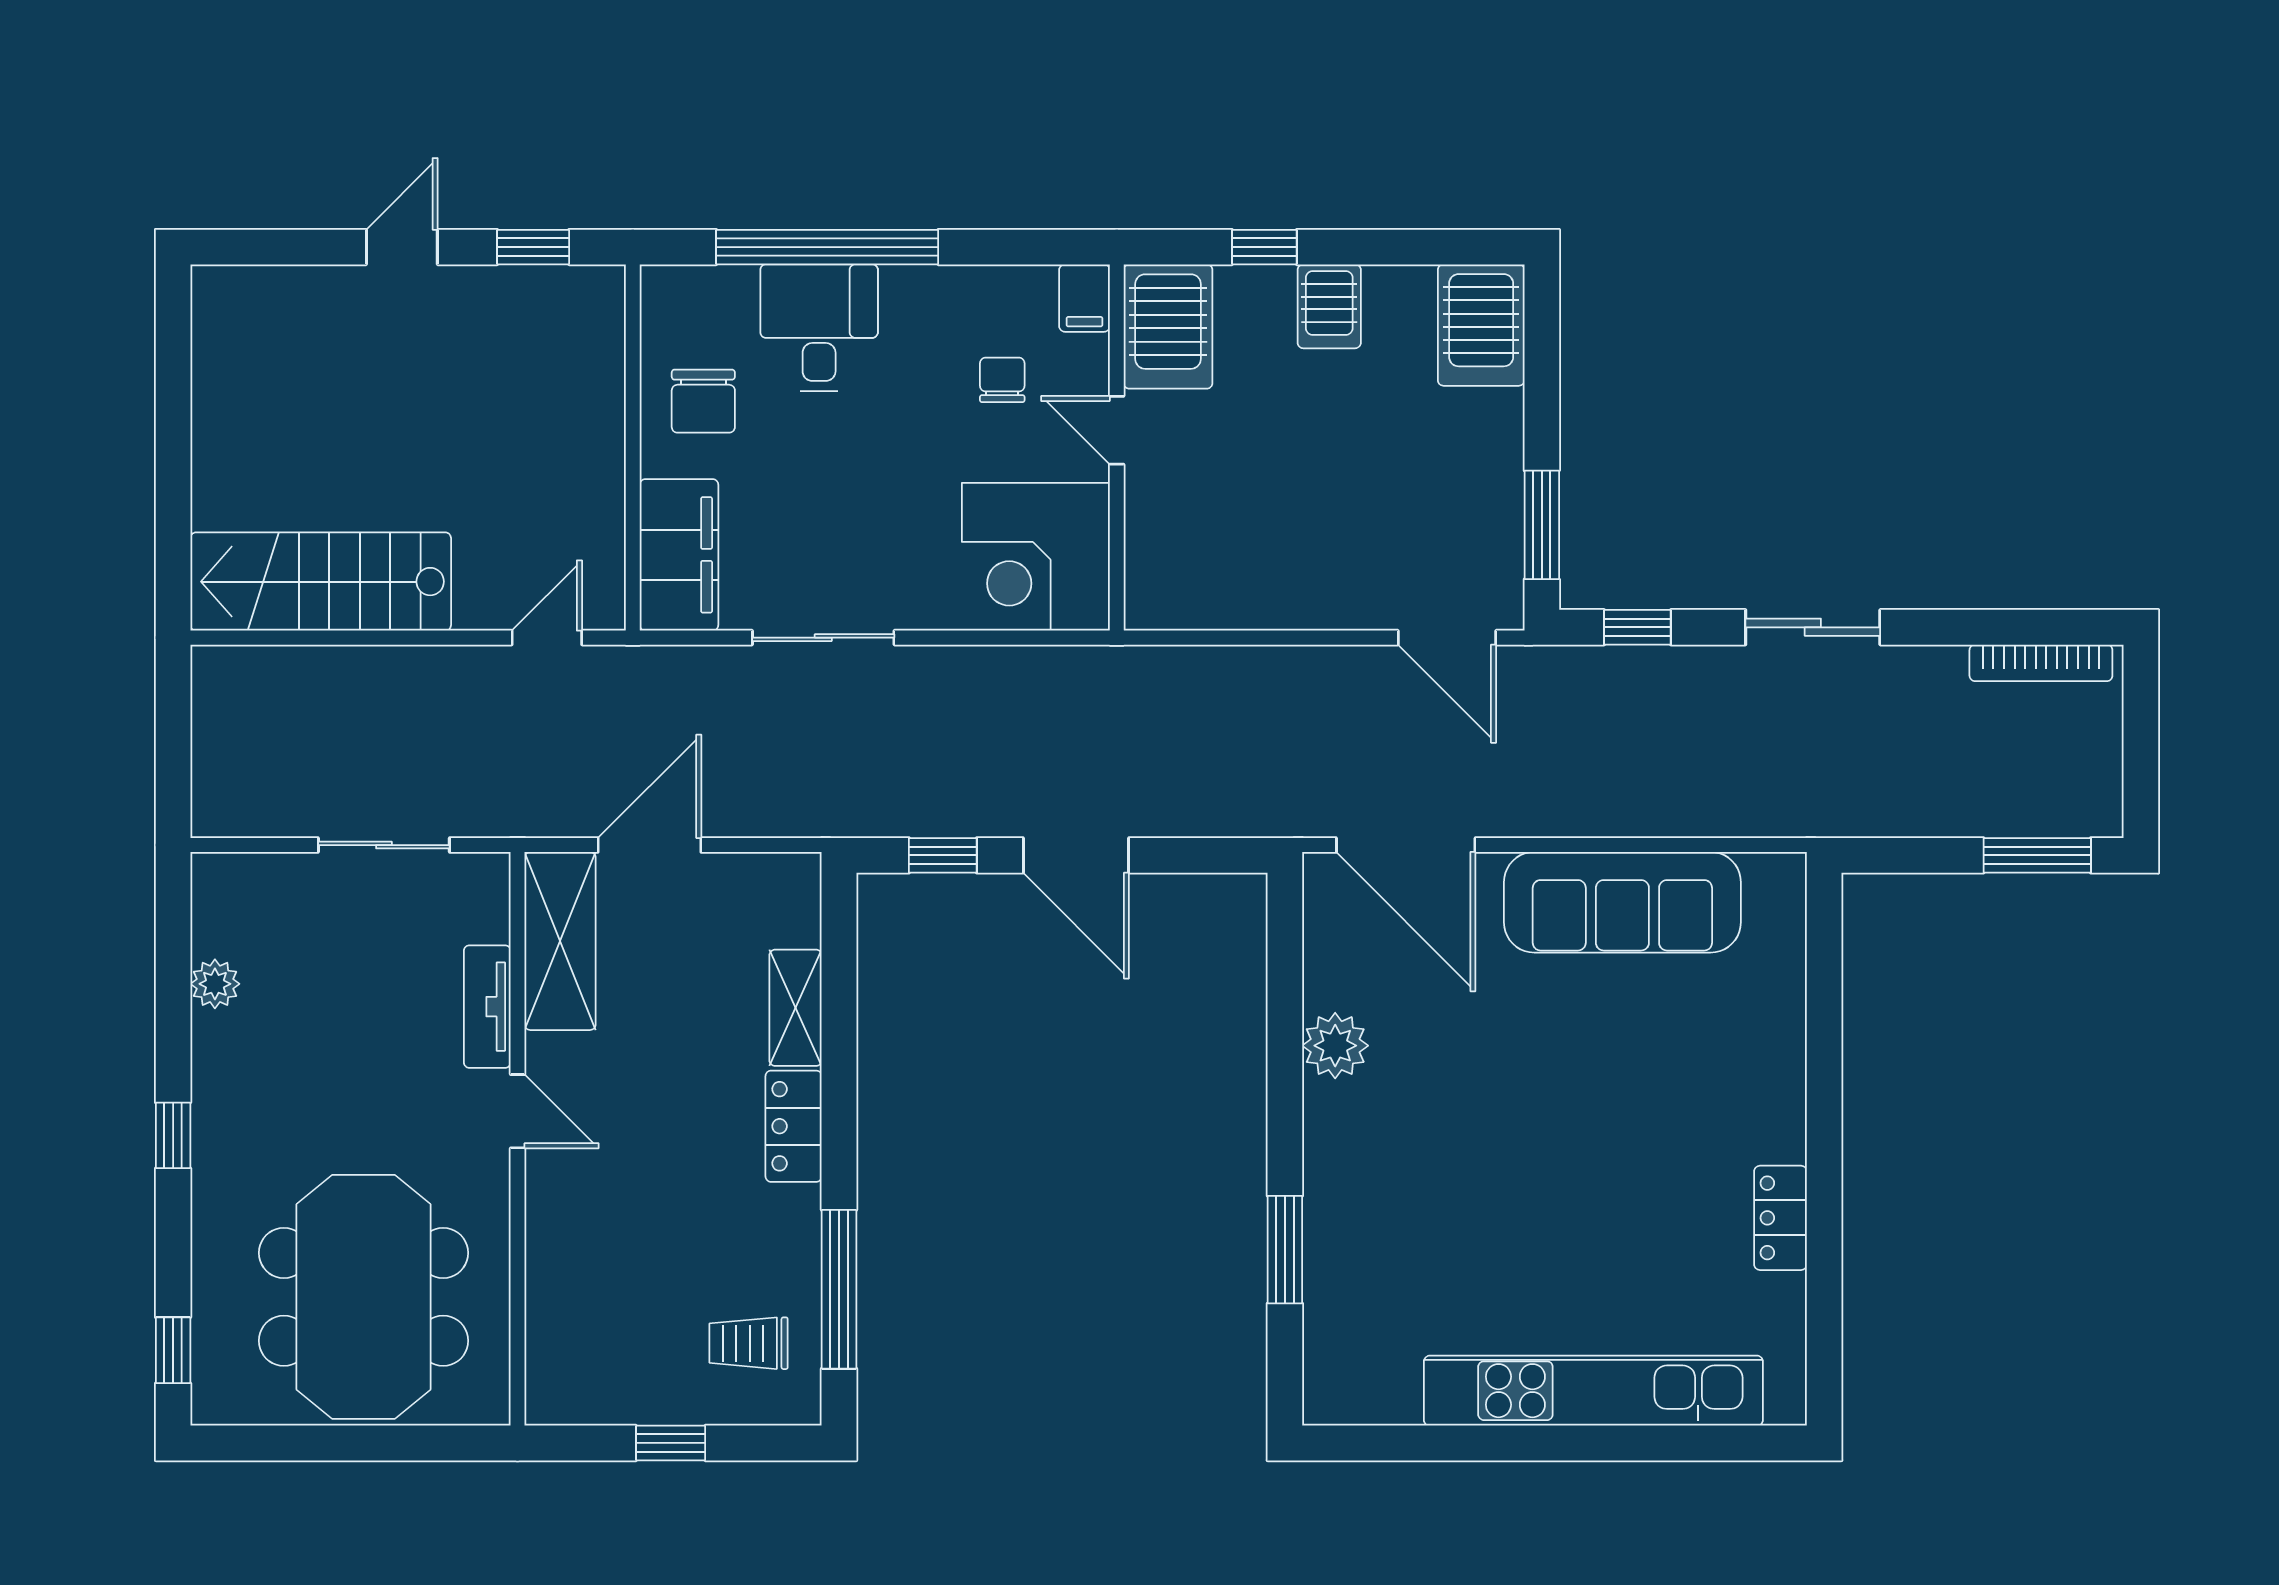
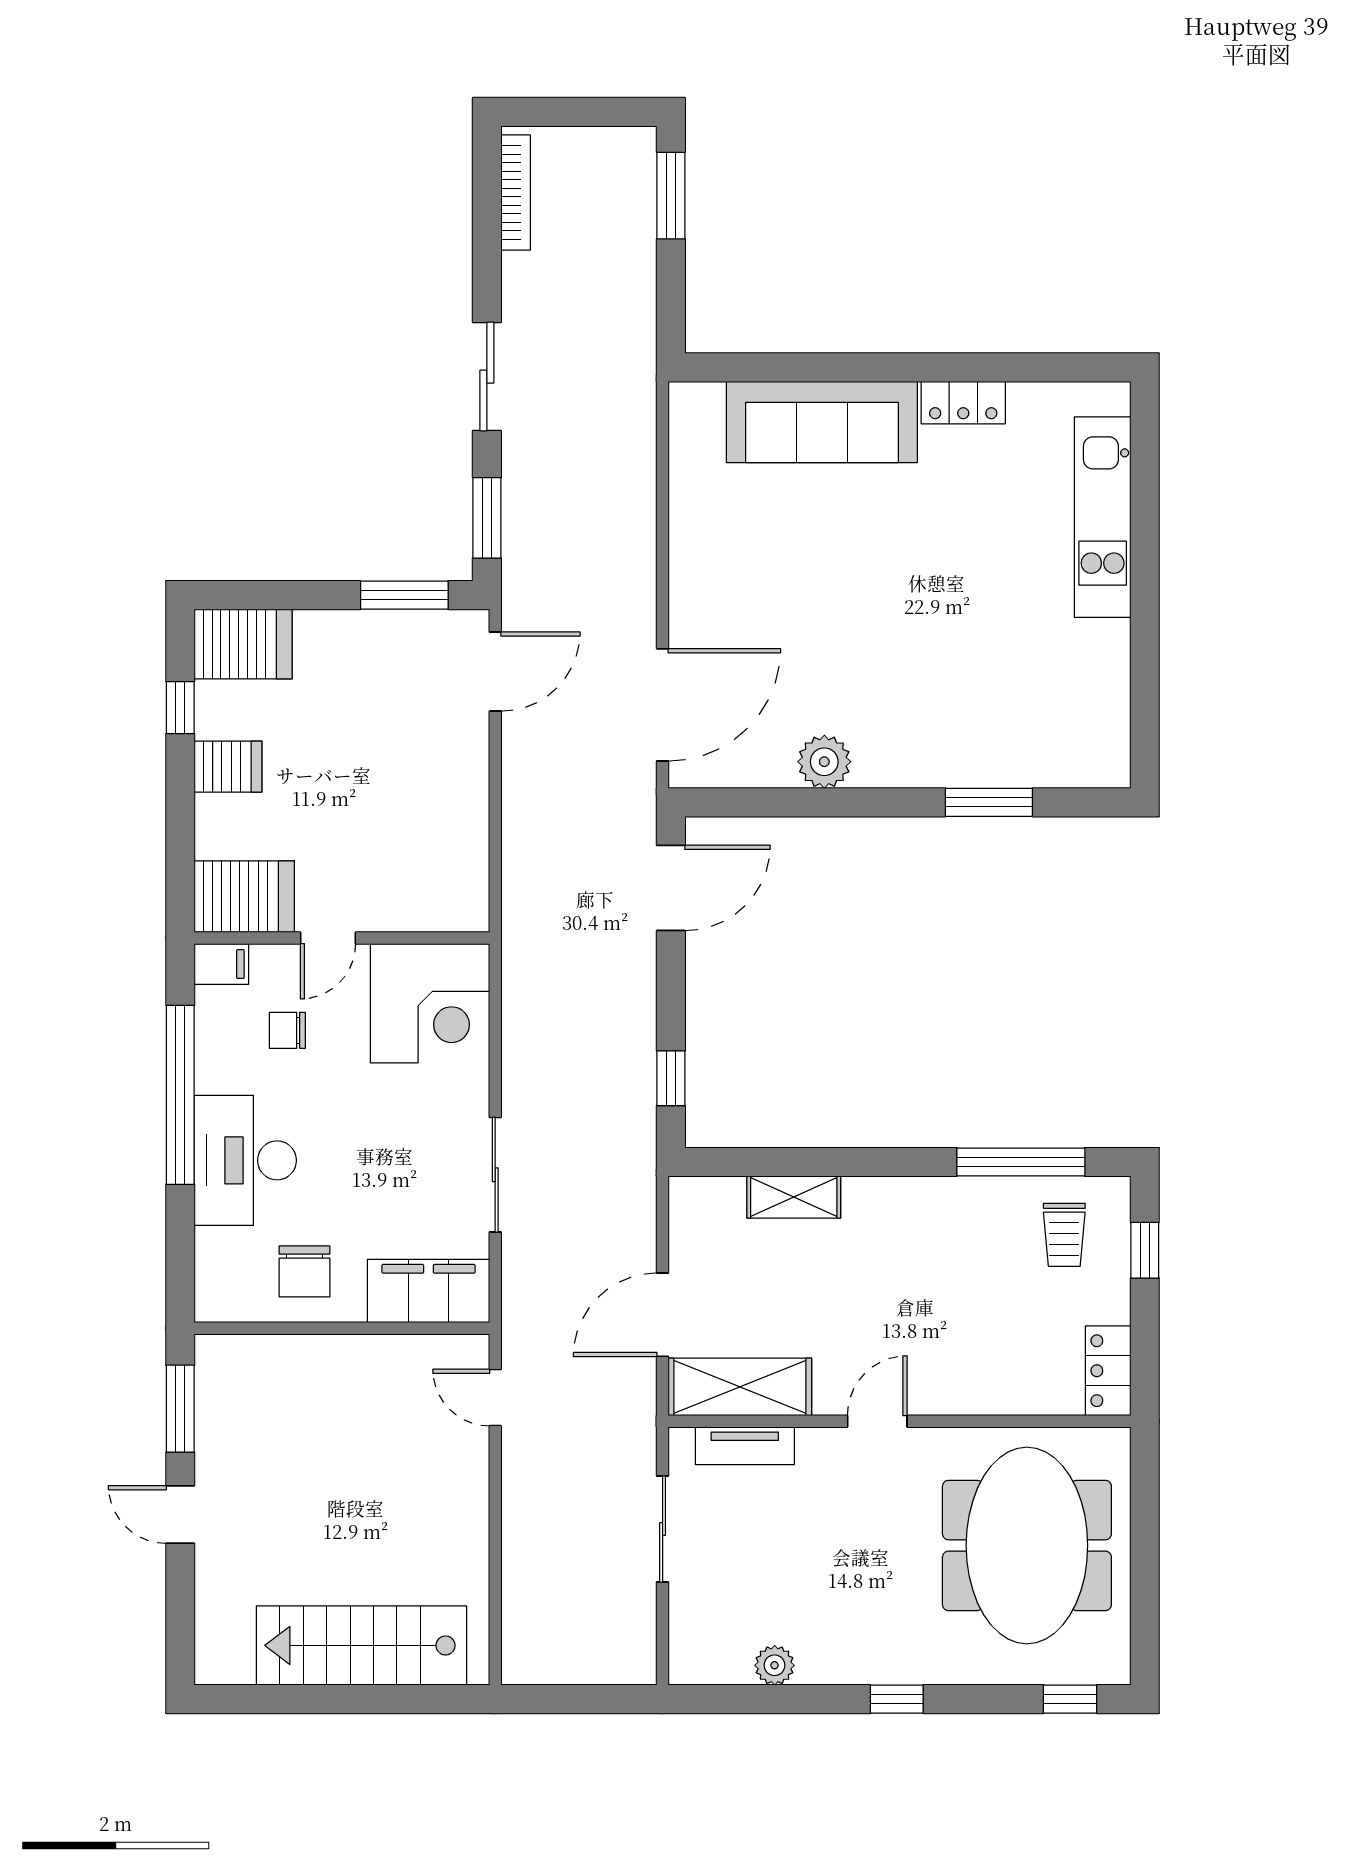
window: (533, 247) -> (180, 1409), width x1.50
window: (827, 247) -> (180, 1095), moved
window: (1264, 247) -> (180, 708), moved
desk: (819, 328) -> (245, 1160), width x1.37
chair: (703, 401) -> (305, 1271), turned 90
stairs: (321, 582) -> (361, 1645), moved, turned 90
window: (1637, 627) -> (487, 518), width x1.50
door: (650, 845) -> (663, 1315), hinge flipped
door: (1076, 855) -> (671, 888), moved
sofa: (1622, 902) -> (822, 422), moved, turned 90
tv unit: (487, 1007) -> (745, 1446), moved
locker: (794, 1126) -> (1108, 1371), moved, turned 90
meeting table: (363, 1297) -> (1027, 1545), turned 90
kitchen unit: (1593, 1391) -> (1103, 517), width x0.73
window: (671, 1443) -> (1145, 1250), moved

